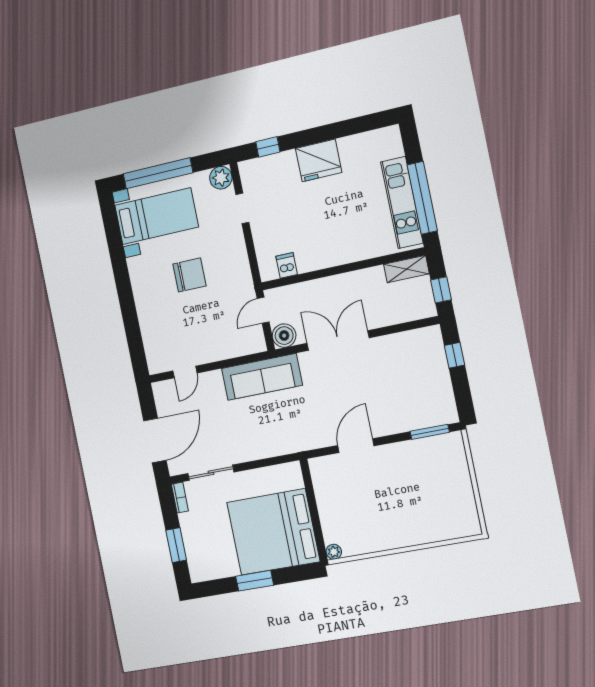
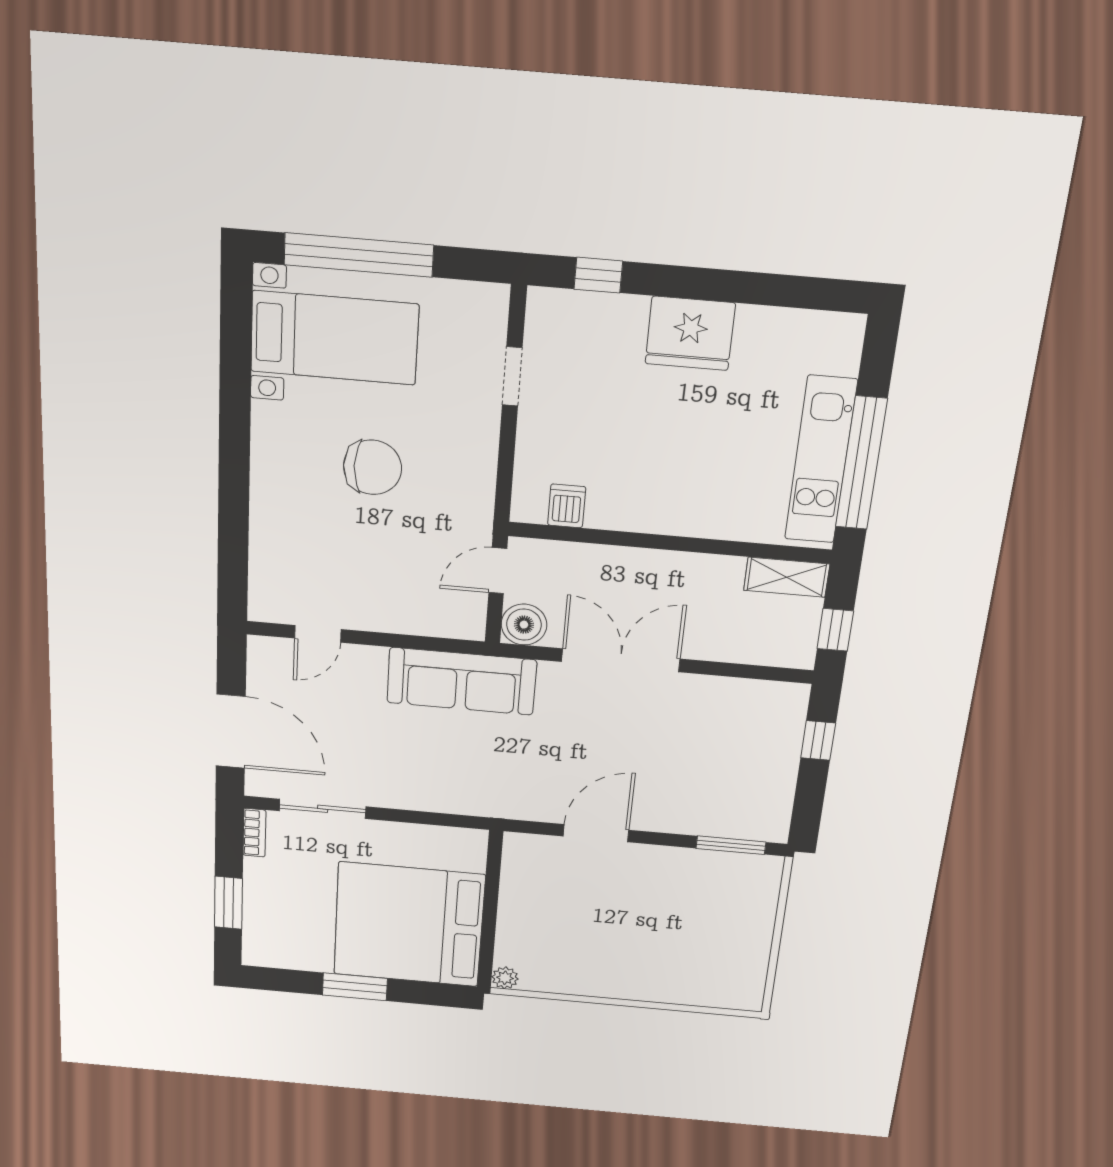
plant: (221, 178) -> (486, 305), removed
door: (155, 440) -> (231, 731), hinge flipped

